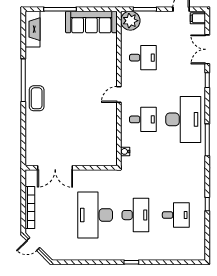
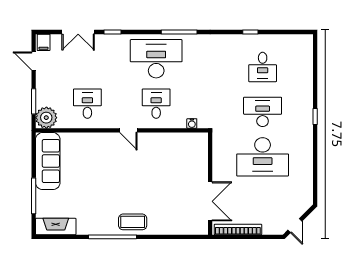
bookcase: (30, 208) -> (238, 229), moved
desk: (176, 215) -> (263, 67), turned 180

